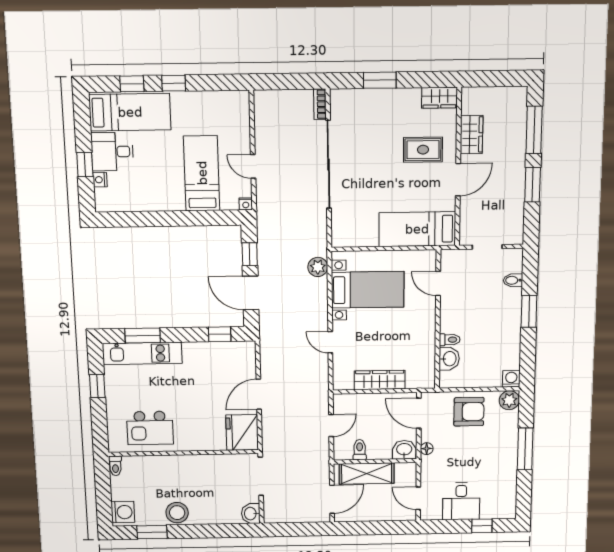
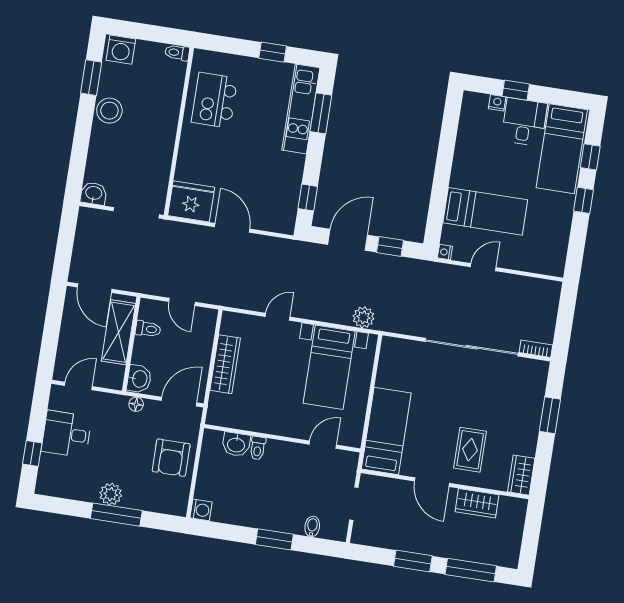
plant: (509, 400) -> (111, 494), moved

